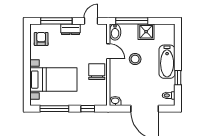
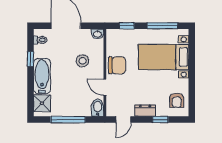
window: (56, 21) -> (160, 120), width x0.46
window: (132, 21) -> (68, 120), moved
shower: (146, 32) -> (42, 103), moved
stool: (135, 59) -> (83, 61), moved
chair: (97, 72) -> (117, 65), turned -90

